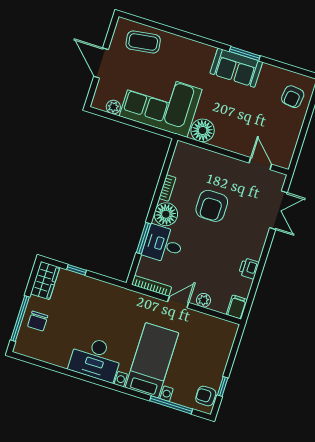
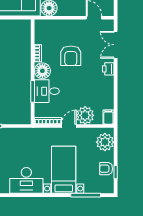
double door: (278, 210) -> (116, 45), swing flipped
printer: (249, 268) -> (108, 69), moved
plant: (203, 300) -> (85, 115), width x1.88, depth x1.88
plant: (221, 340) -> (105, 142), added
armchair: (206, 396) -> (106, 169), moved

